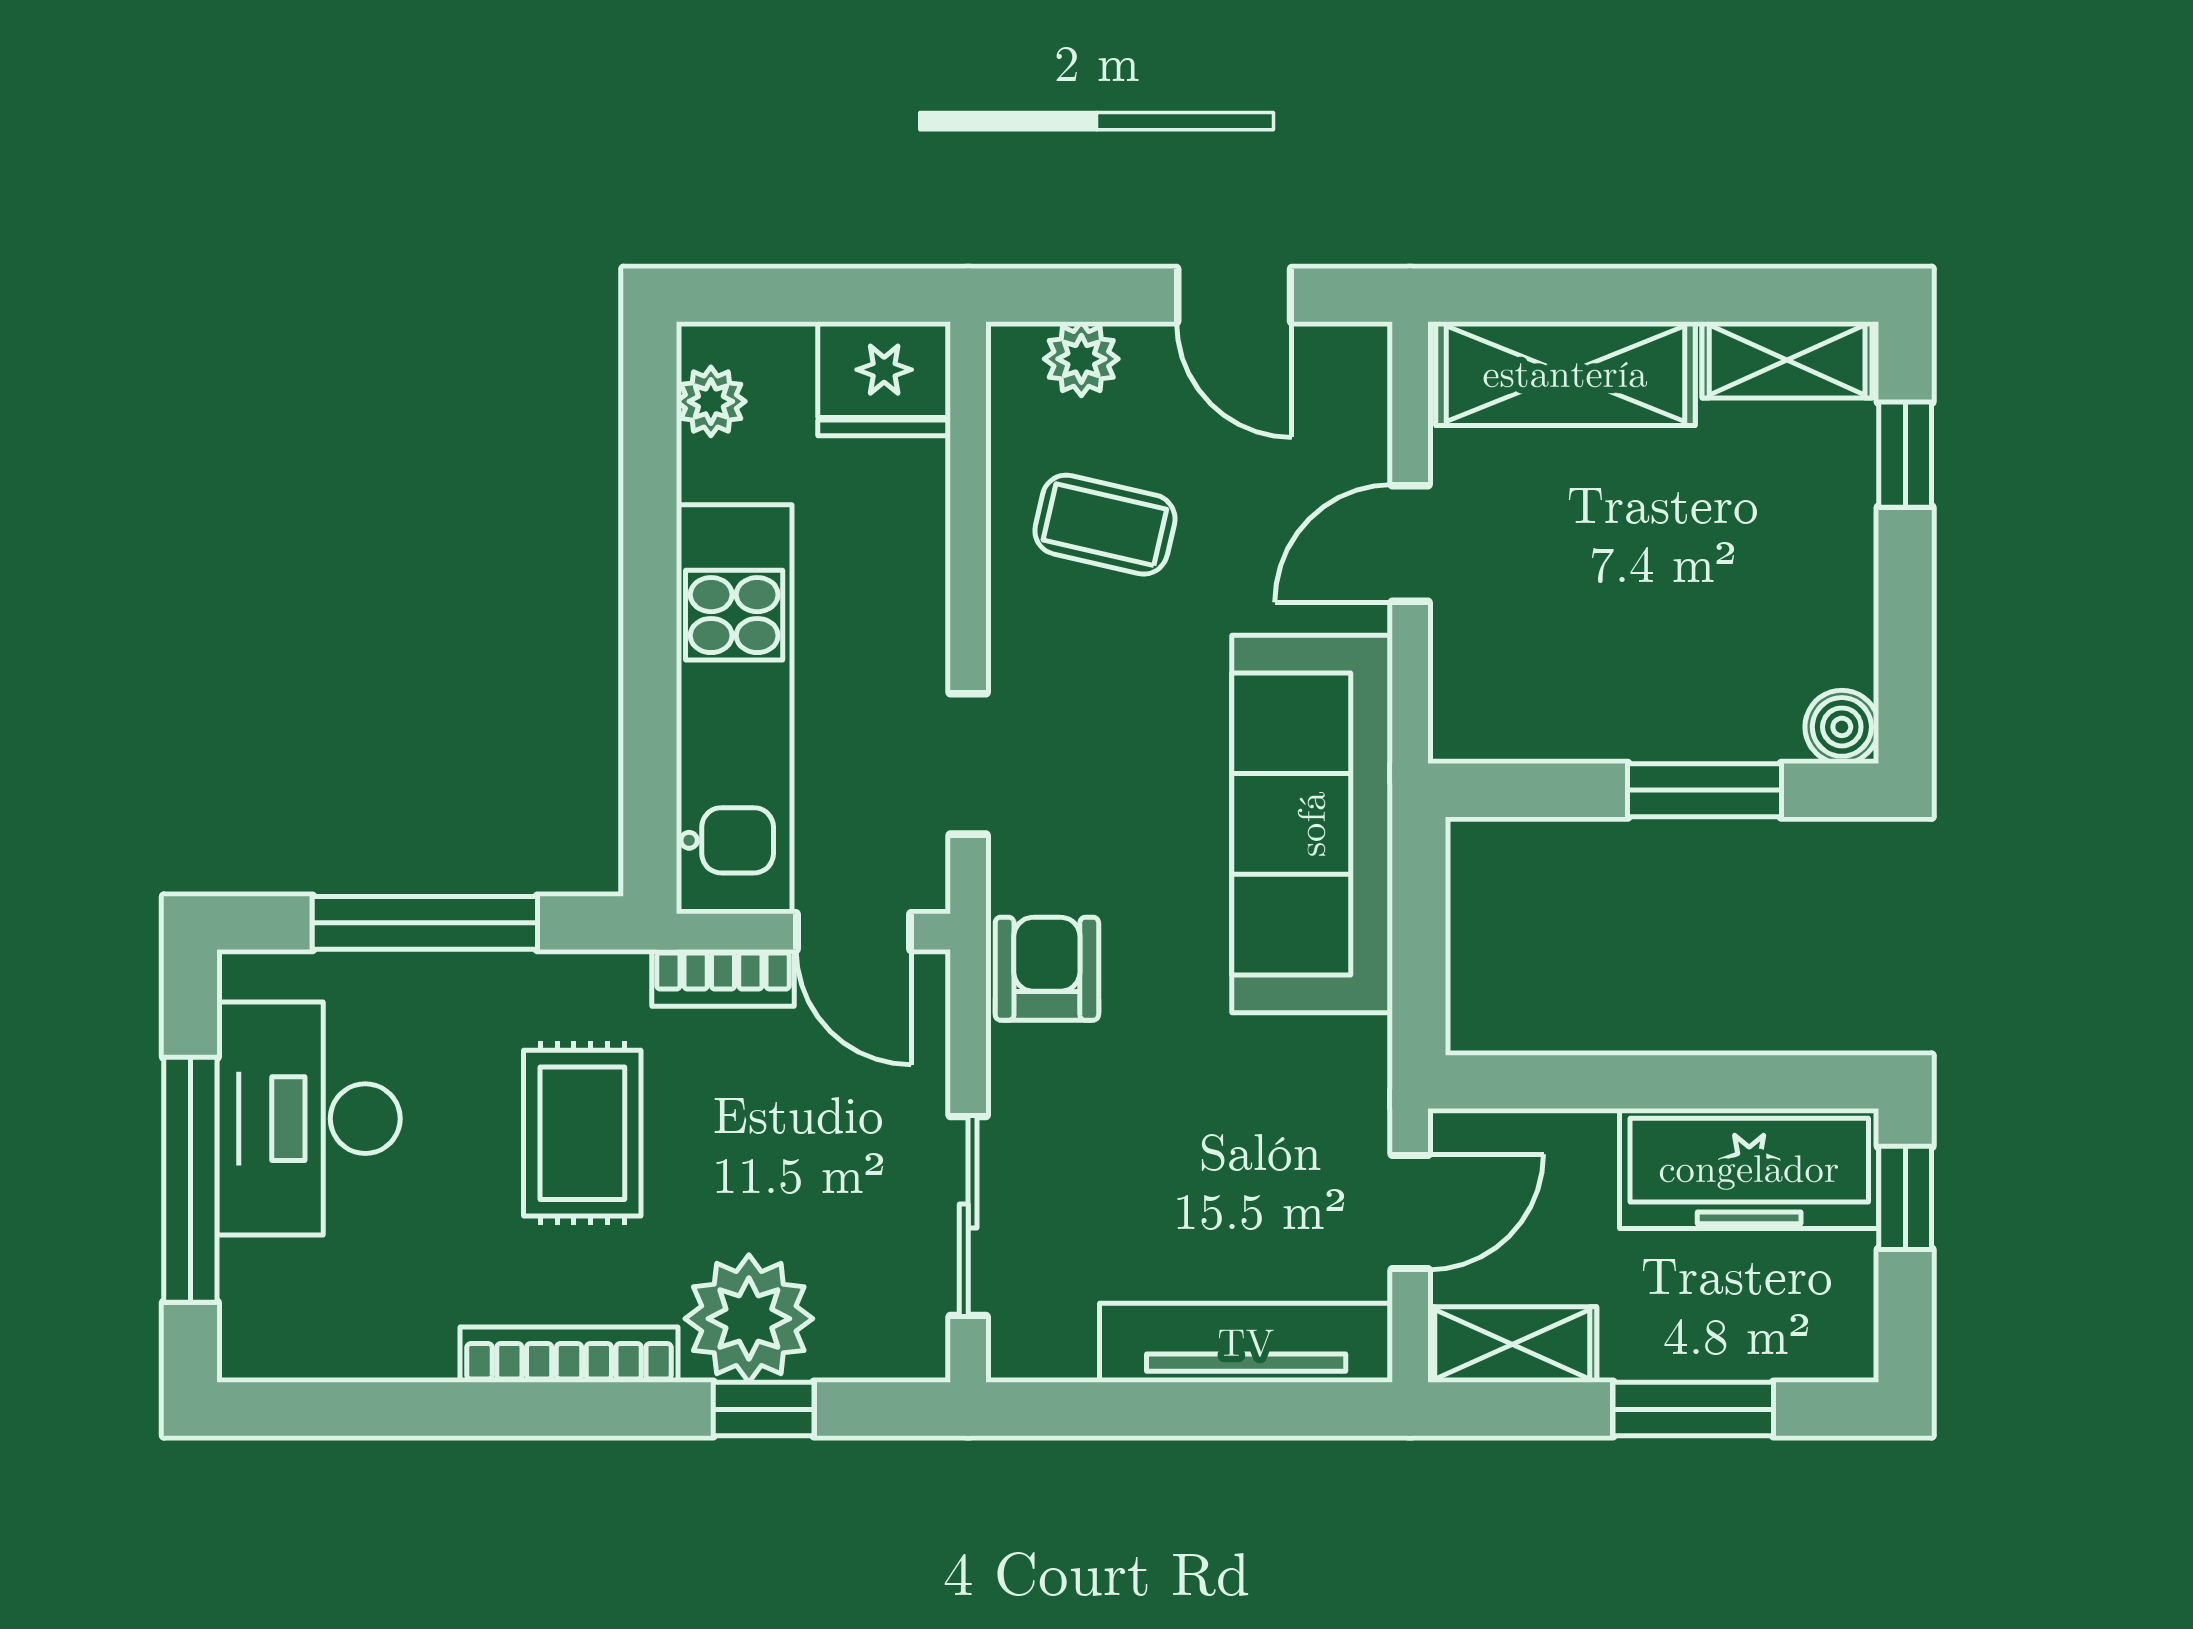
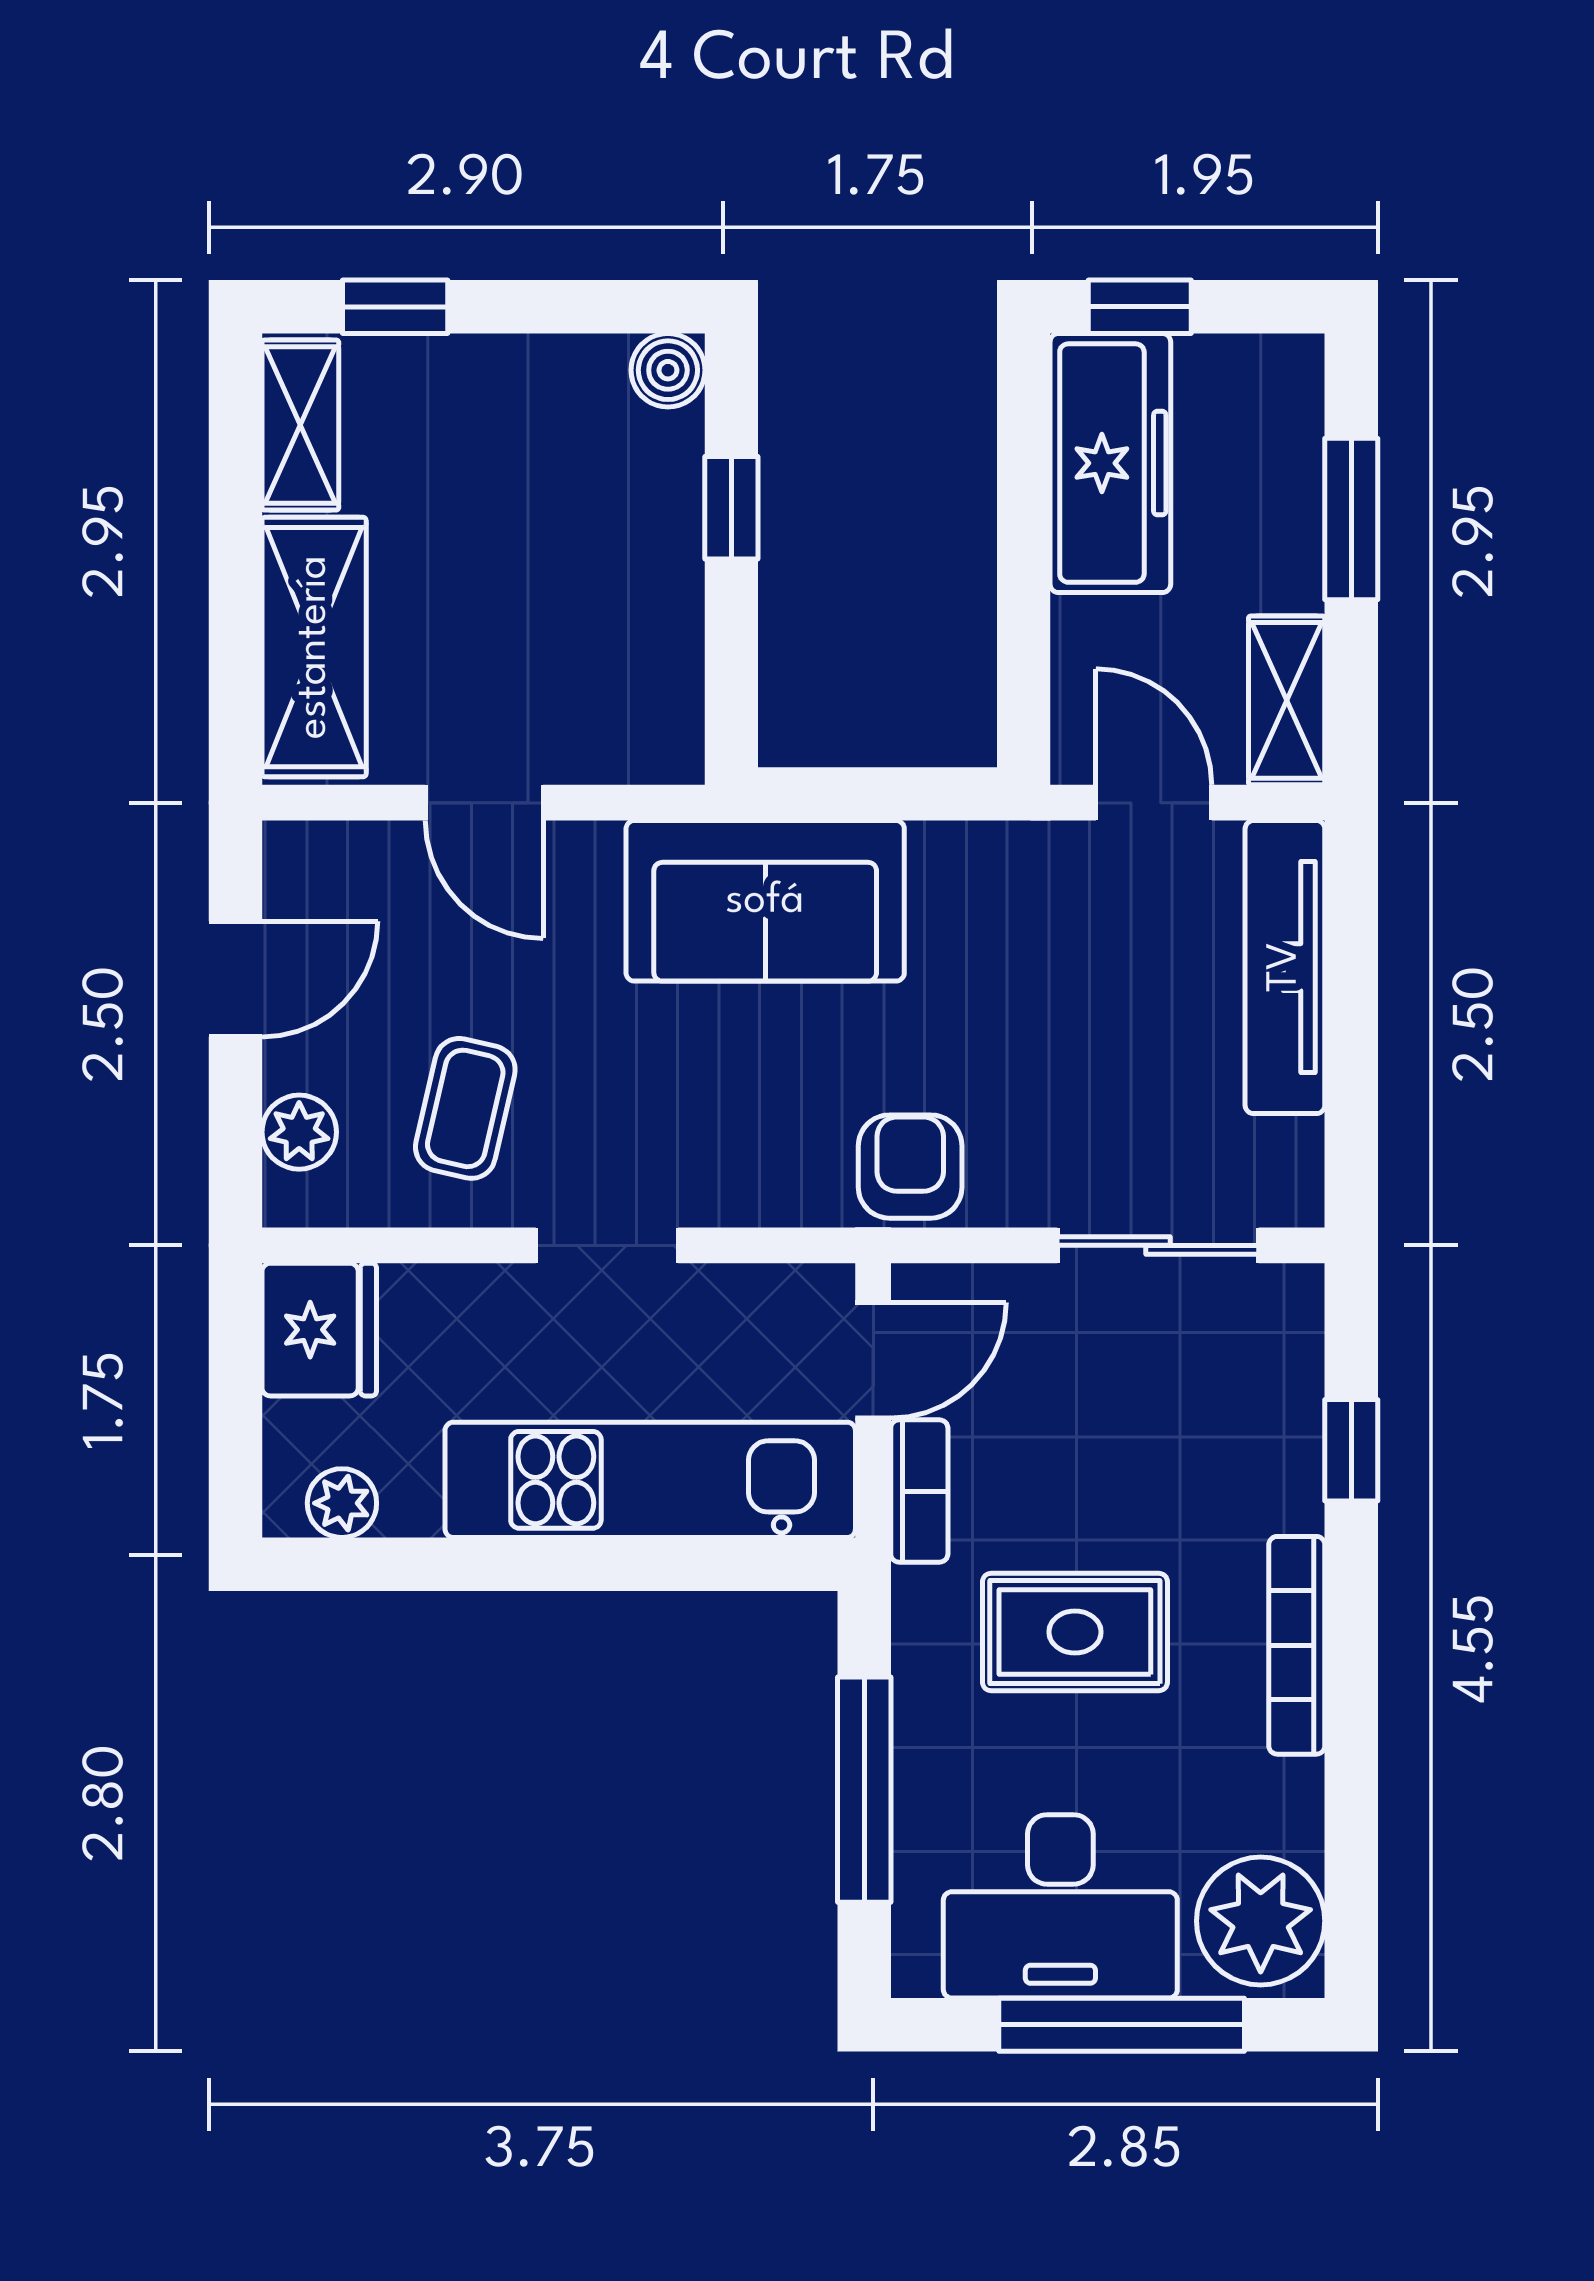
doorway: (968, 764) -> (607, 1245), moved
window: (1704, 790) -> (731, 508), width x0.67
sofa: (1312, 824) -> (765, 901), width x0.73
armchair: (1047, 969) -> (910, 1167), turned 90
plant: (749, 1319) -> (1261, 1921), moved

